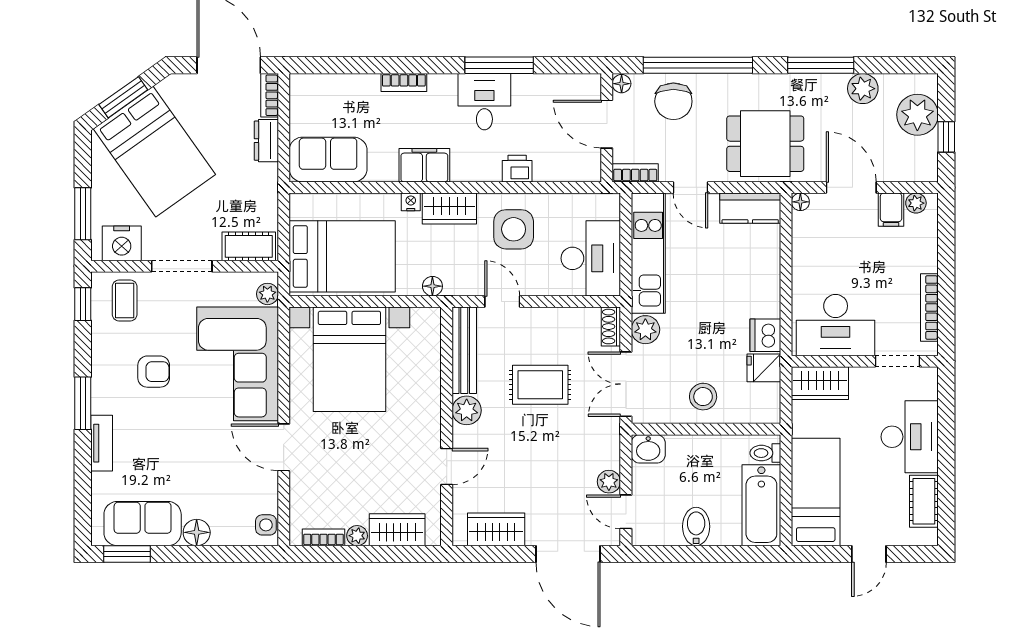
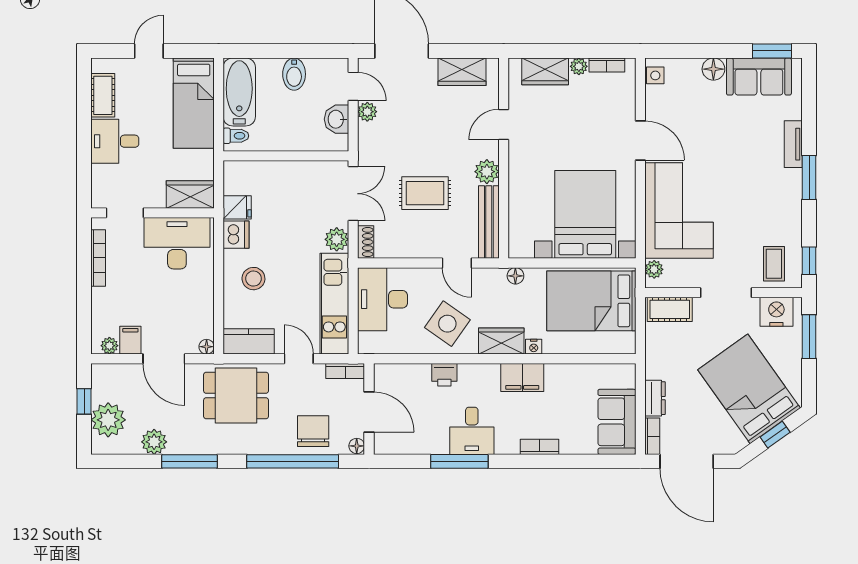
window: (123, 97) -> (775, 435), width x0.67
sofa: (328, 160) -> (617, 422), moved, turned 90
side table: (514, 229) -> (447, 324), turned 35
armchair: (154, 372) -> (750, 204), removed
stool: (703, 397) -> (253, 279), moved
desk: (910, 437) -> (115, 141), width x0.73
washbasin: (648, 449) -> (336, 119), moved, turned -90

